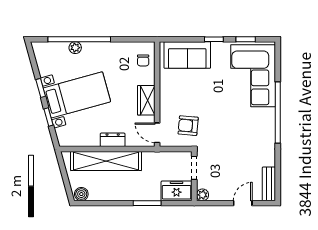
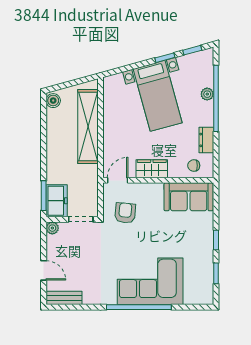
sofa: (187, 55) -> (189, 197), moved, turned -90
corner sofa: (253, 76) -> (150, 281), moved
window: (49, 117) -> (192, 50), moved
dresser: (113, 140) -> (206, 140), moved, turned 180
window: (147, 203) -> (44, 196), moved

